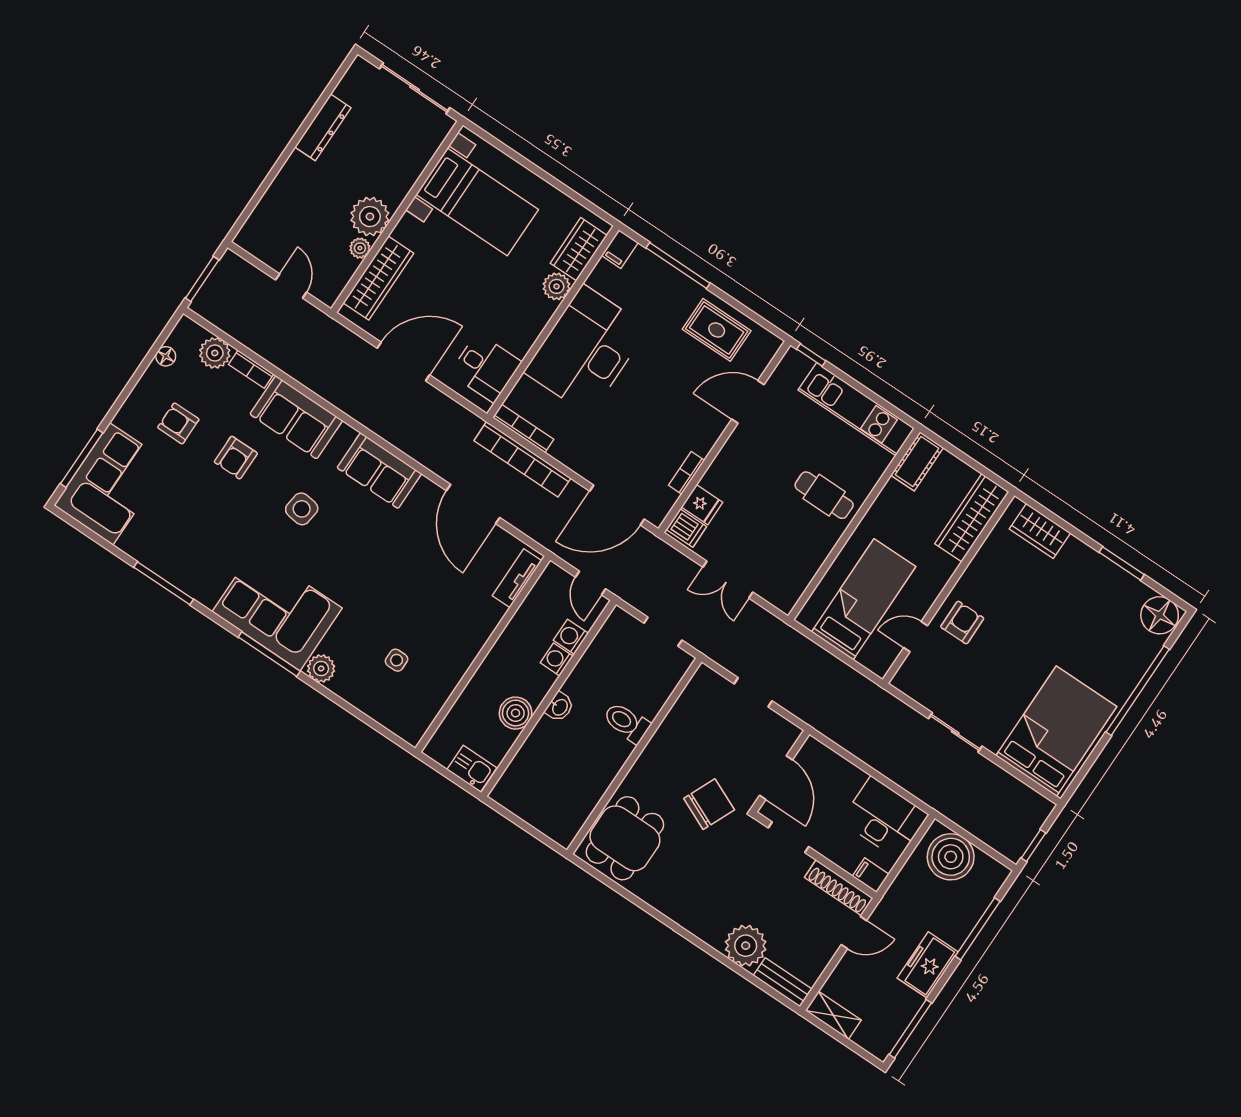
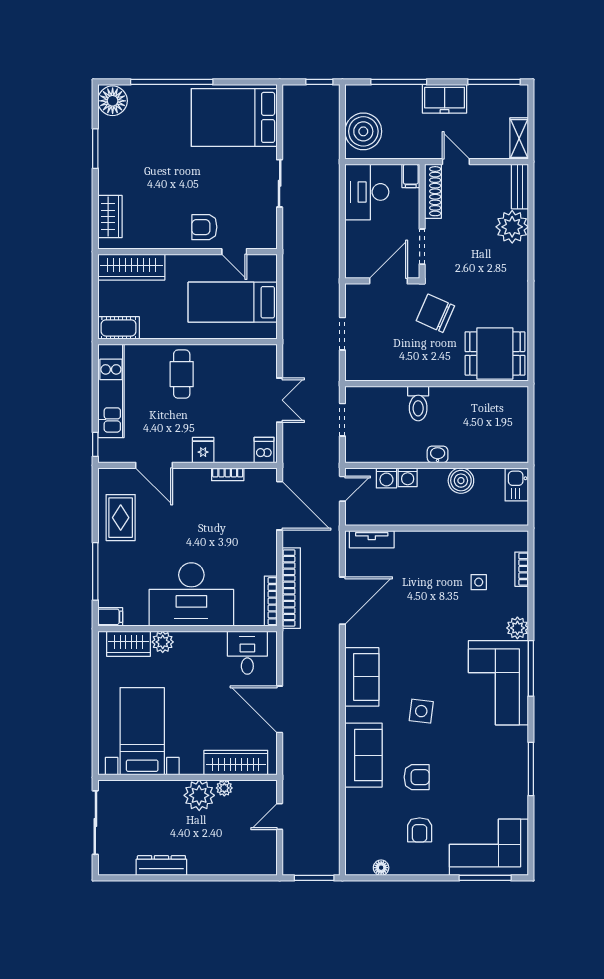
plant: (215, 353) -> (357, 837), removed
bookcase: (251, 369) -> (522, 569), moved, turned 180
fridge: (702, 505) -> (203, 450), moved

